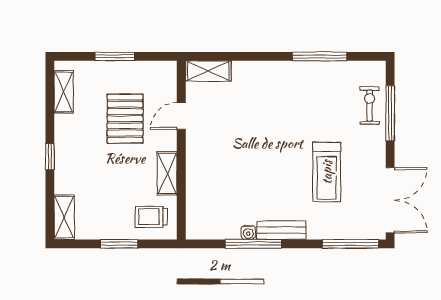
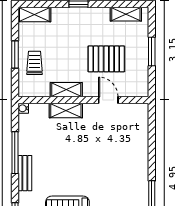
shelving: (208, 71) -> (66, 111), moved, turned 90
trolley: (151, 217) -> (34, 63), moved
water cooler: (248, 232) -> (23, 108), moved

